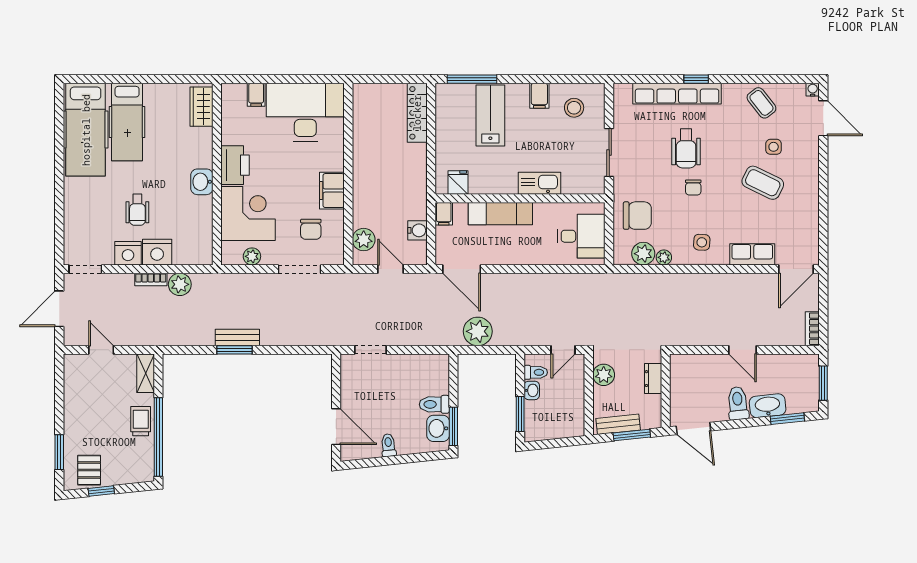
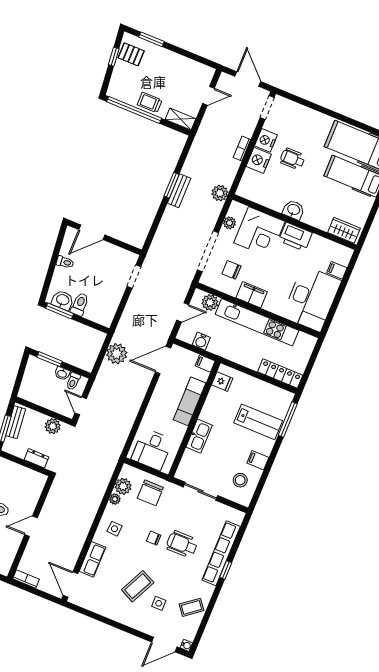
kitchen unit: (364, 169) -> (257, 322), added
doorway: (300, 269) -> (208, 251), width x1.36
plant: (180, 284) -> (220, 193), moved
trolley: (141, 421) -> (150, 102), turned 180

